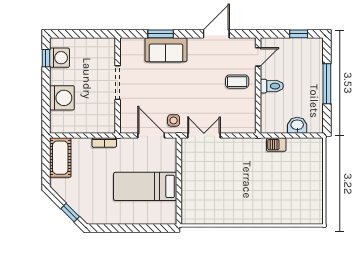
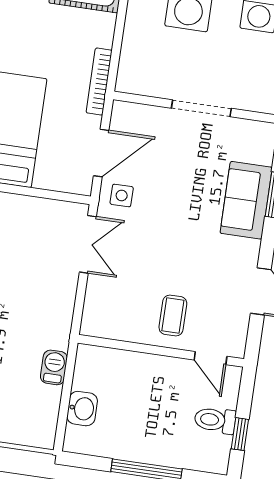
toilet: (272, 86) -> (215, 420), moved, turned 90
bookcase: (104, 143) -> (99, 82), width x1.56

